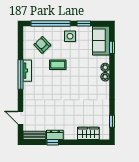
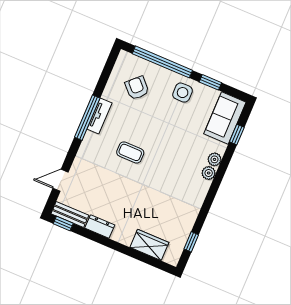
coffee table: (58, 65) -> (130, 152), moved
door: (21, 118) -> (61, 180), hinge flipped
window: (53, 142) -> (63, 224), moved

